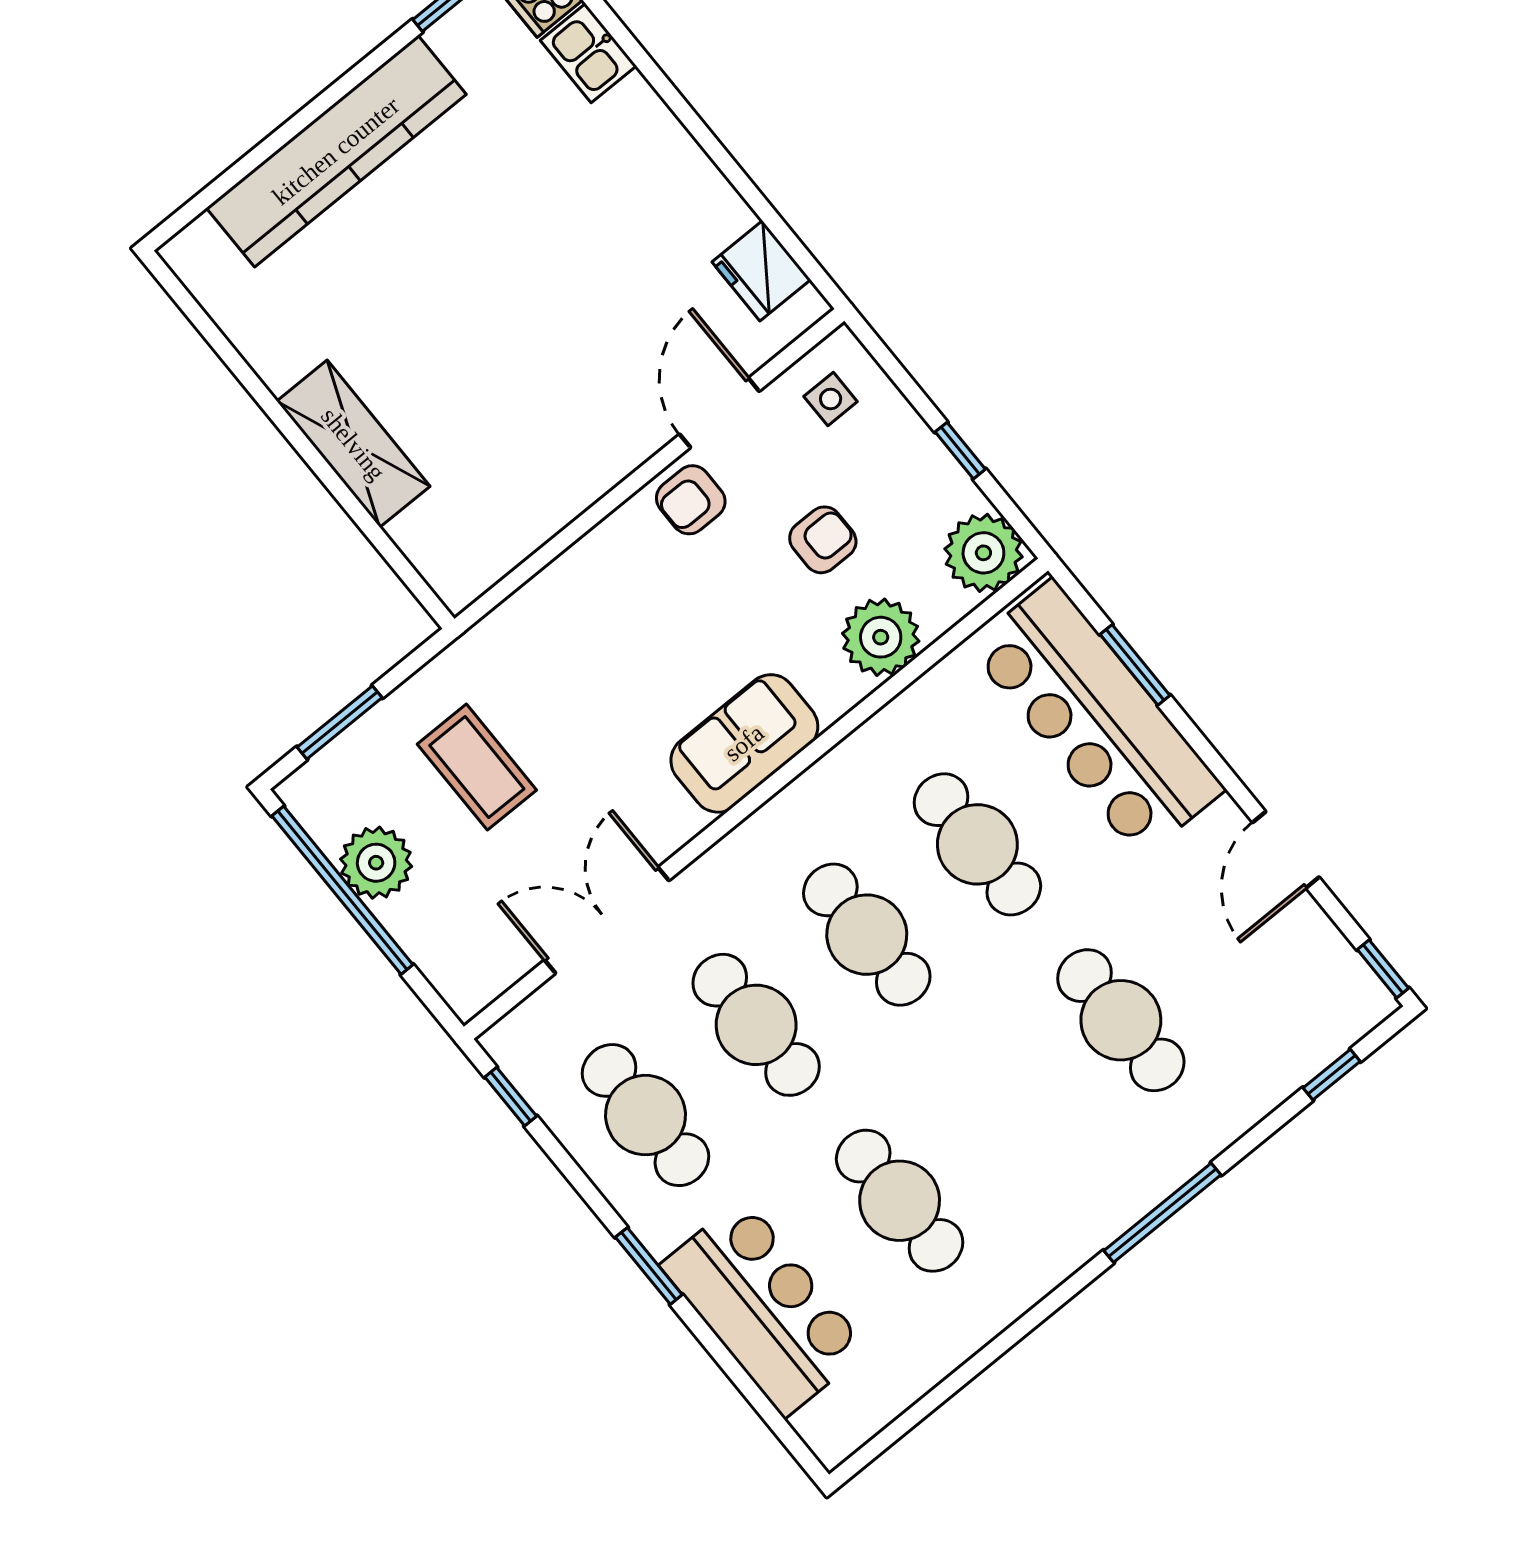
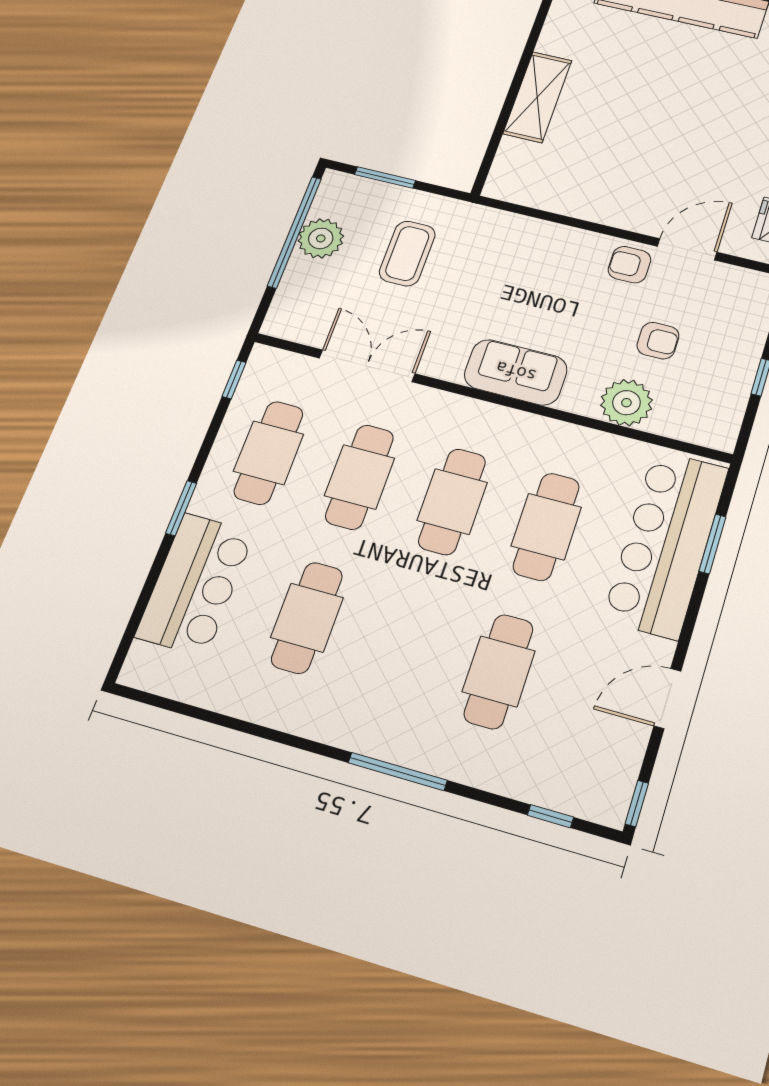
side table: (831, 399) -> (737, 297), removed
plant: (983, 553) -> (714, 425), removed

